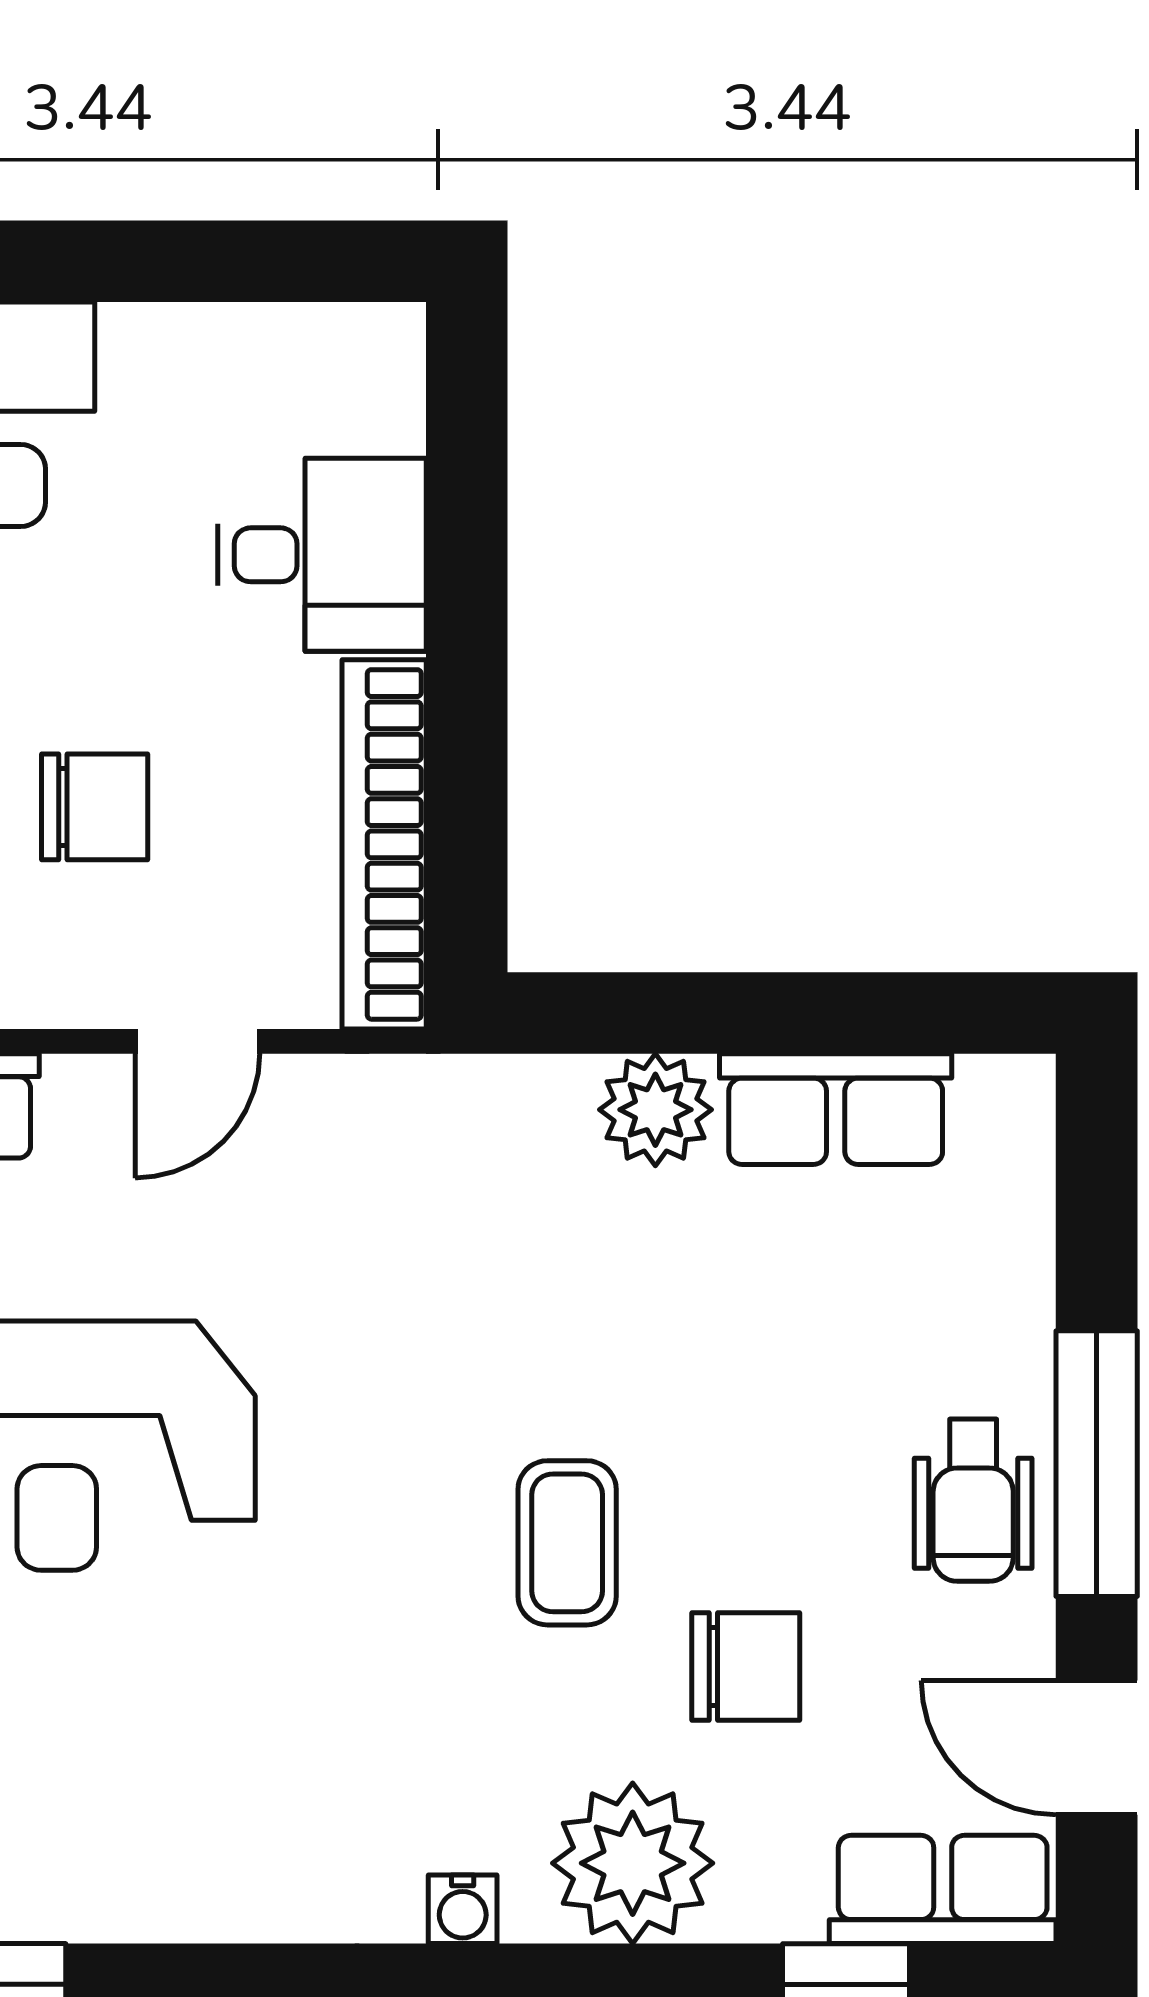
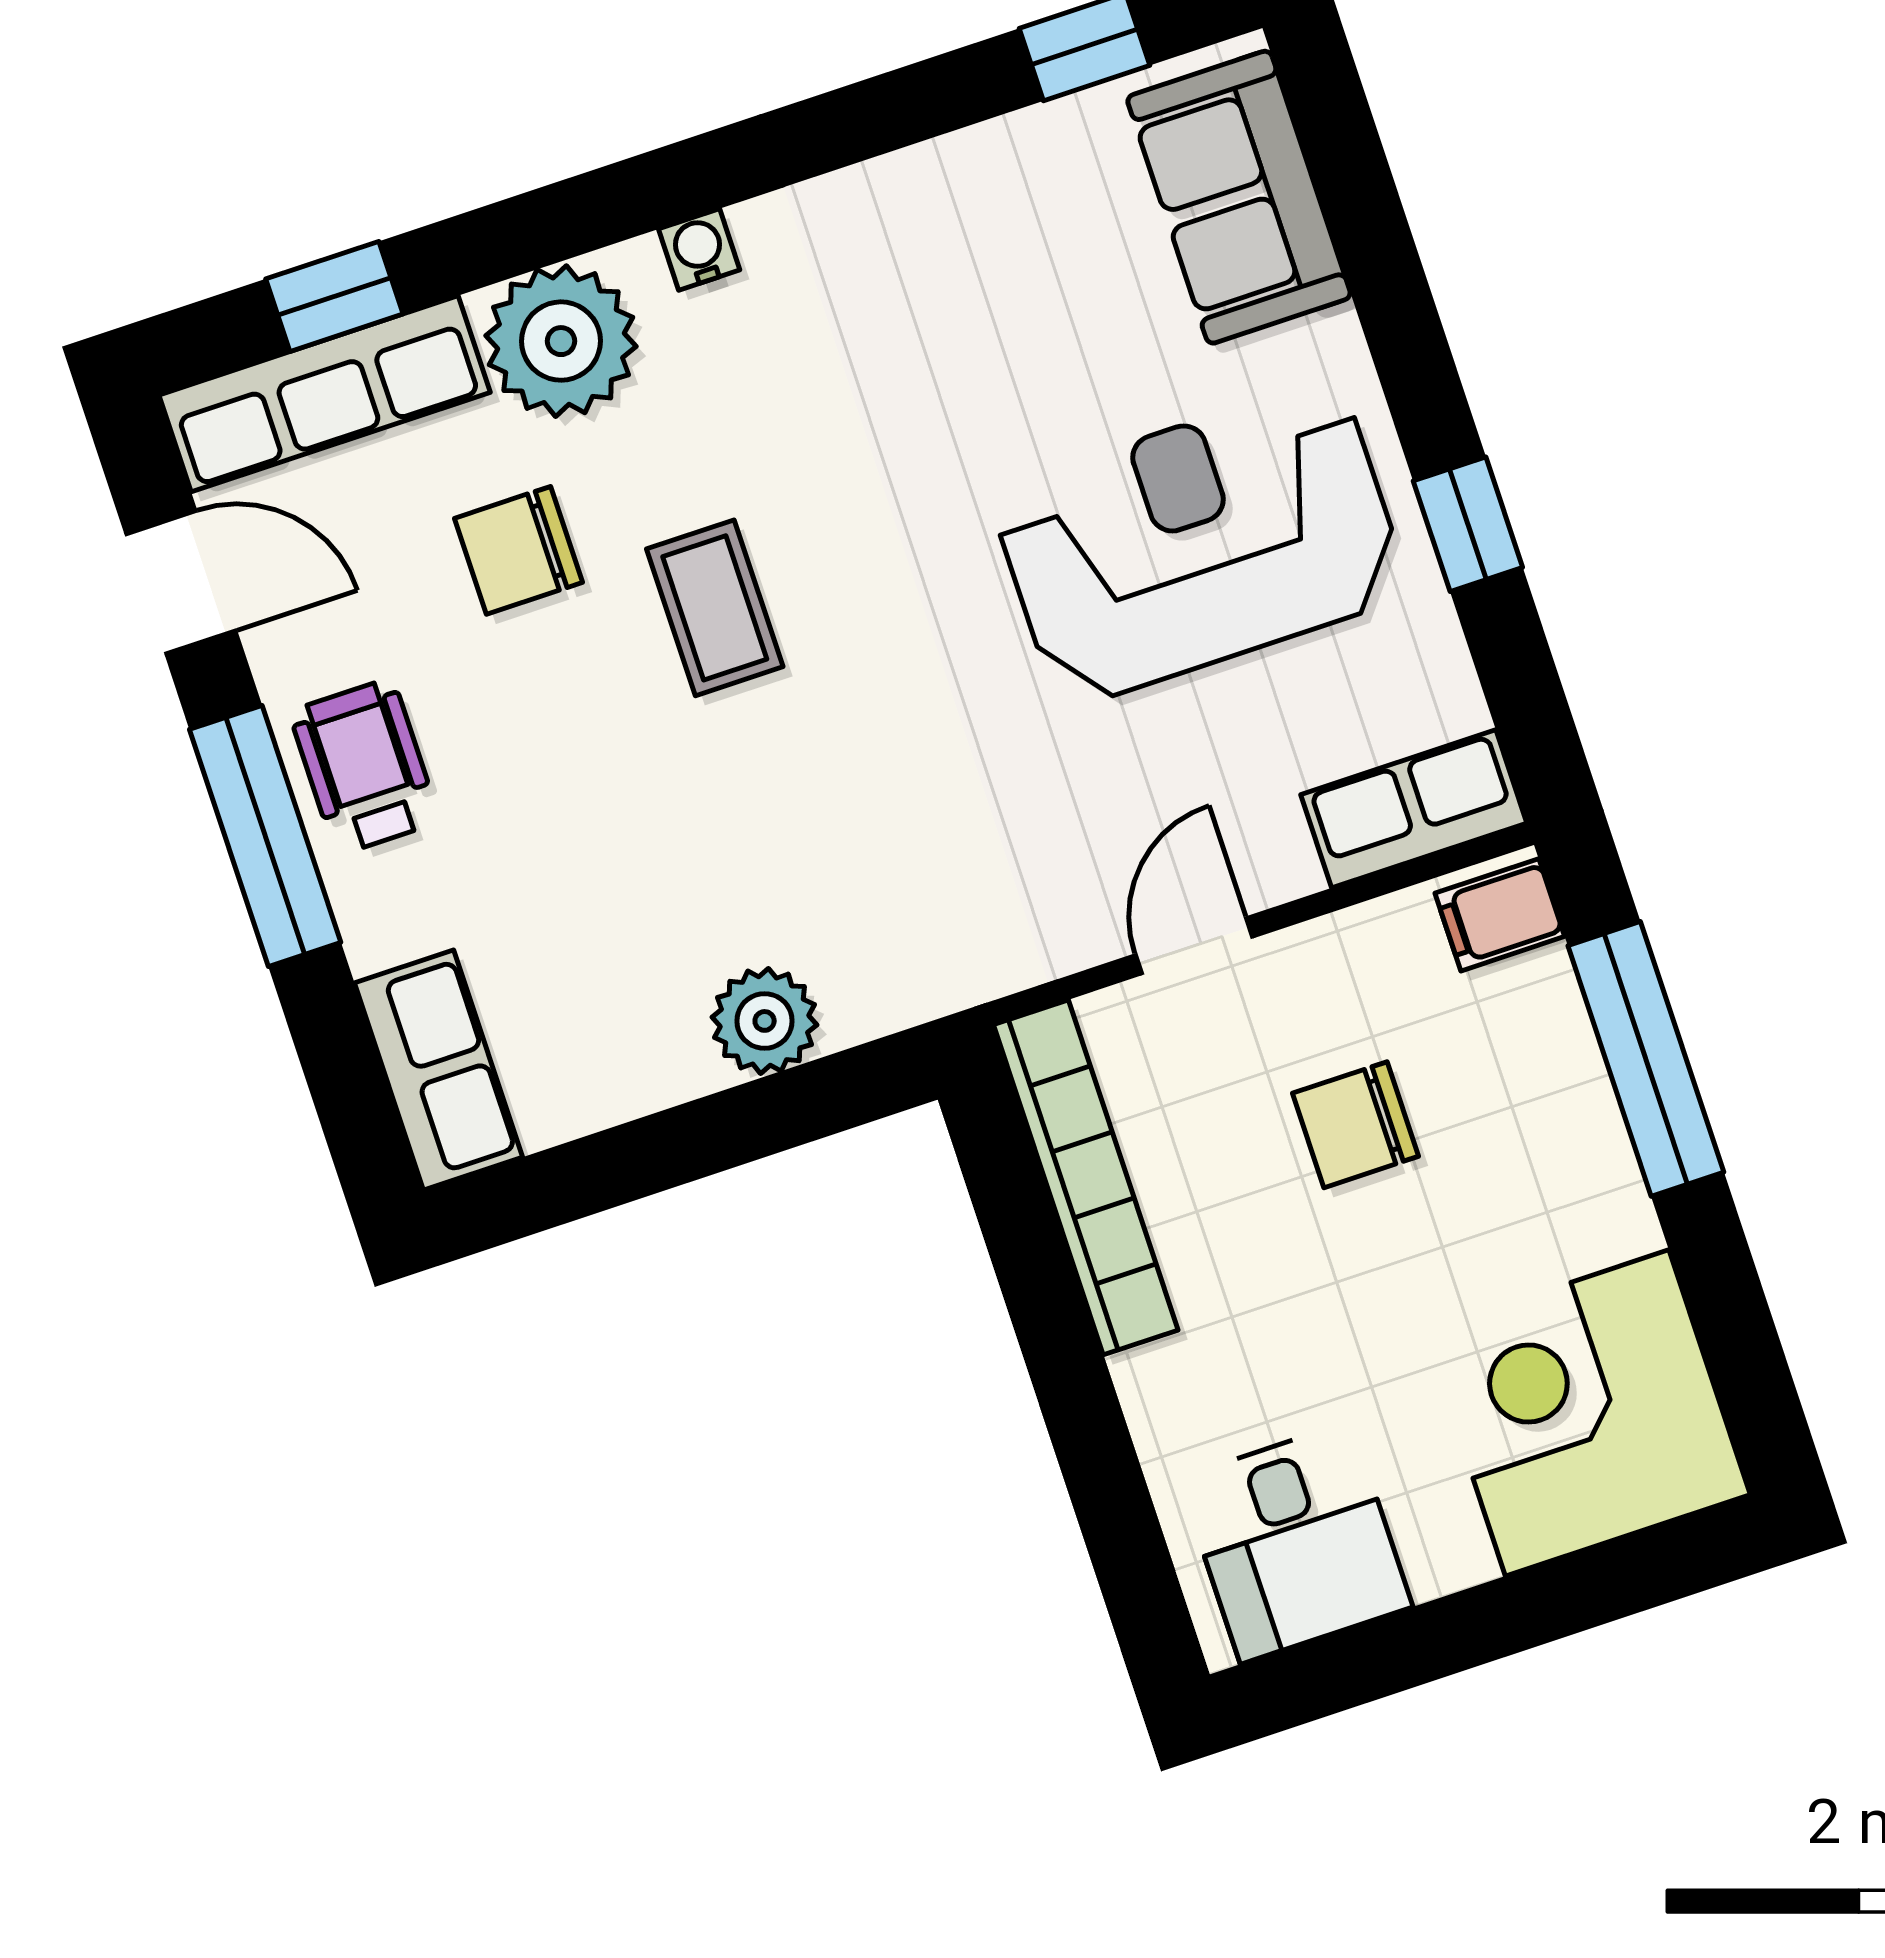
desk: (322, 555) -> (1296, 1542), moved, turned -90
row of seats: (836, 1109) -> (438, 1070), moved, turned 90
row of seats: (943, 1889) -> (325, 394), width x1.48

